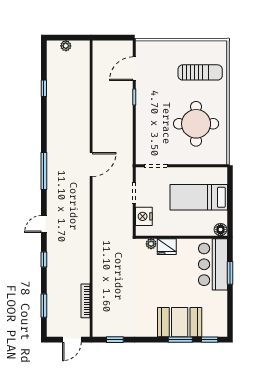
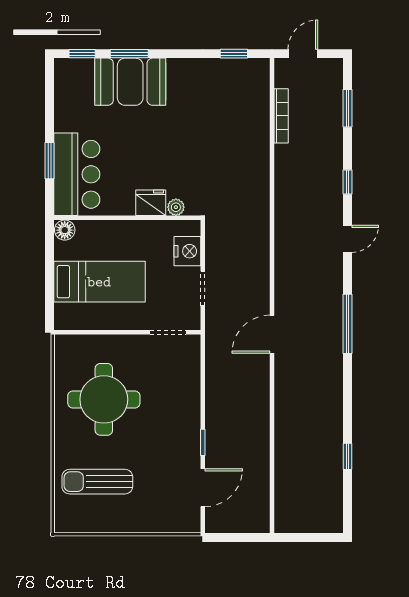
plant: (66, 46) -> (313, 524), removed

